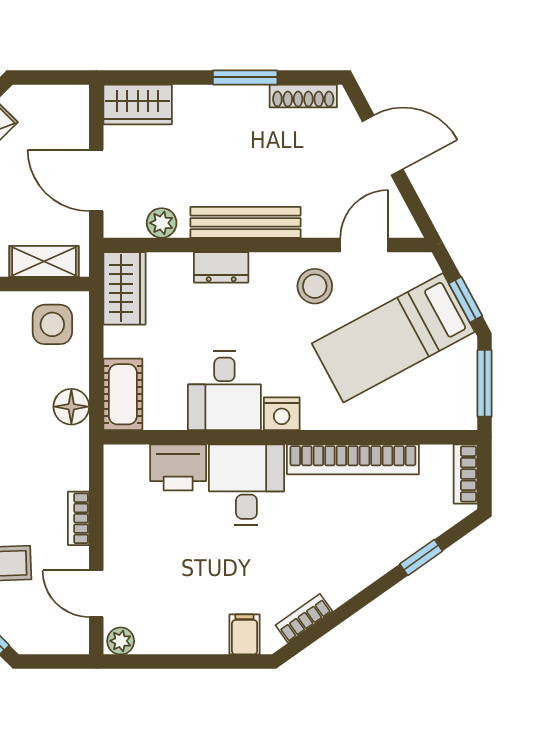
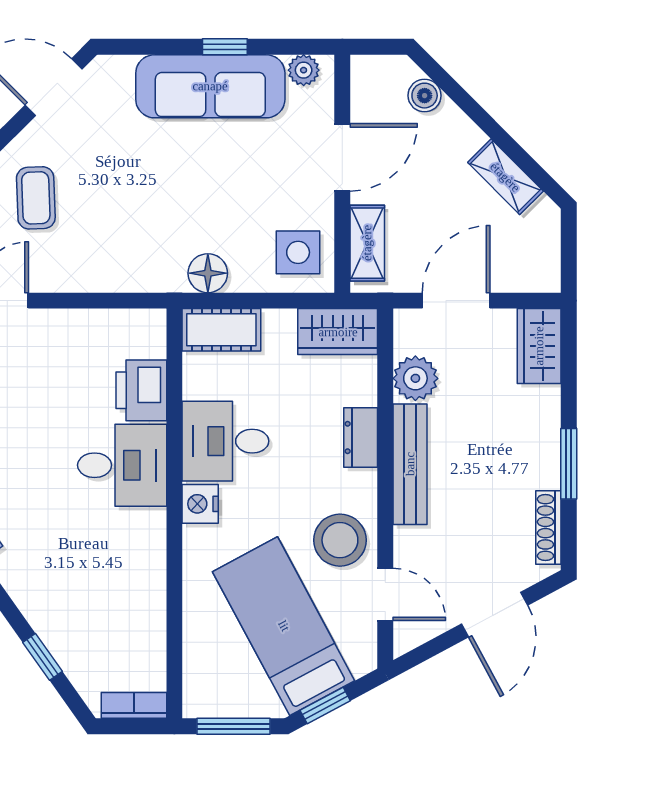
plant: (162, 223) -> (415, 378), width x1.38, depth x1.38
stool: (315, 286) -> (340, 540), width x1.38, depth x1.38
bookcase: (353, 459) -> (150, 582), removed
bookcase: (78, 518) -> (85, 281), removed

